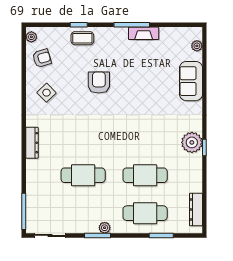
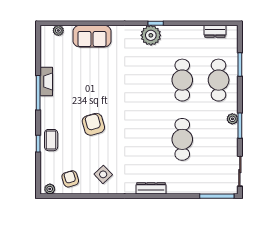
armchair: (99, 82) -> (93, 124), turned 74
dresser: (196, 209) -> (215, 31), width x0.70

